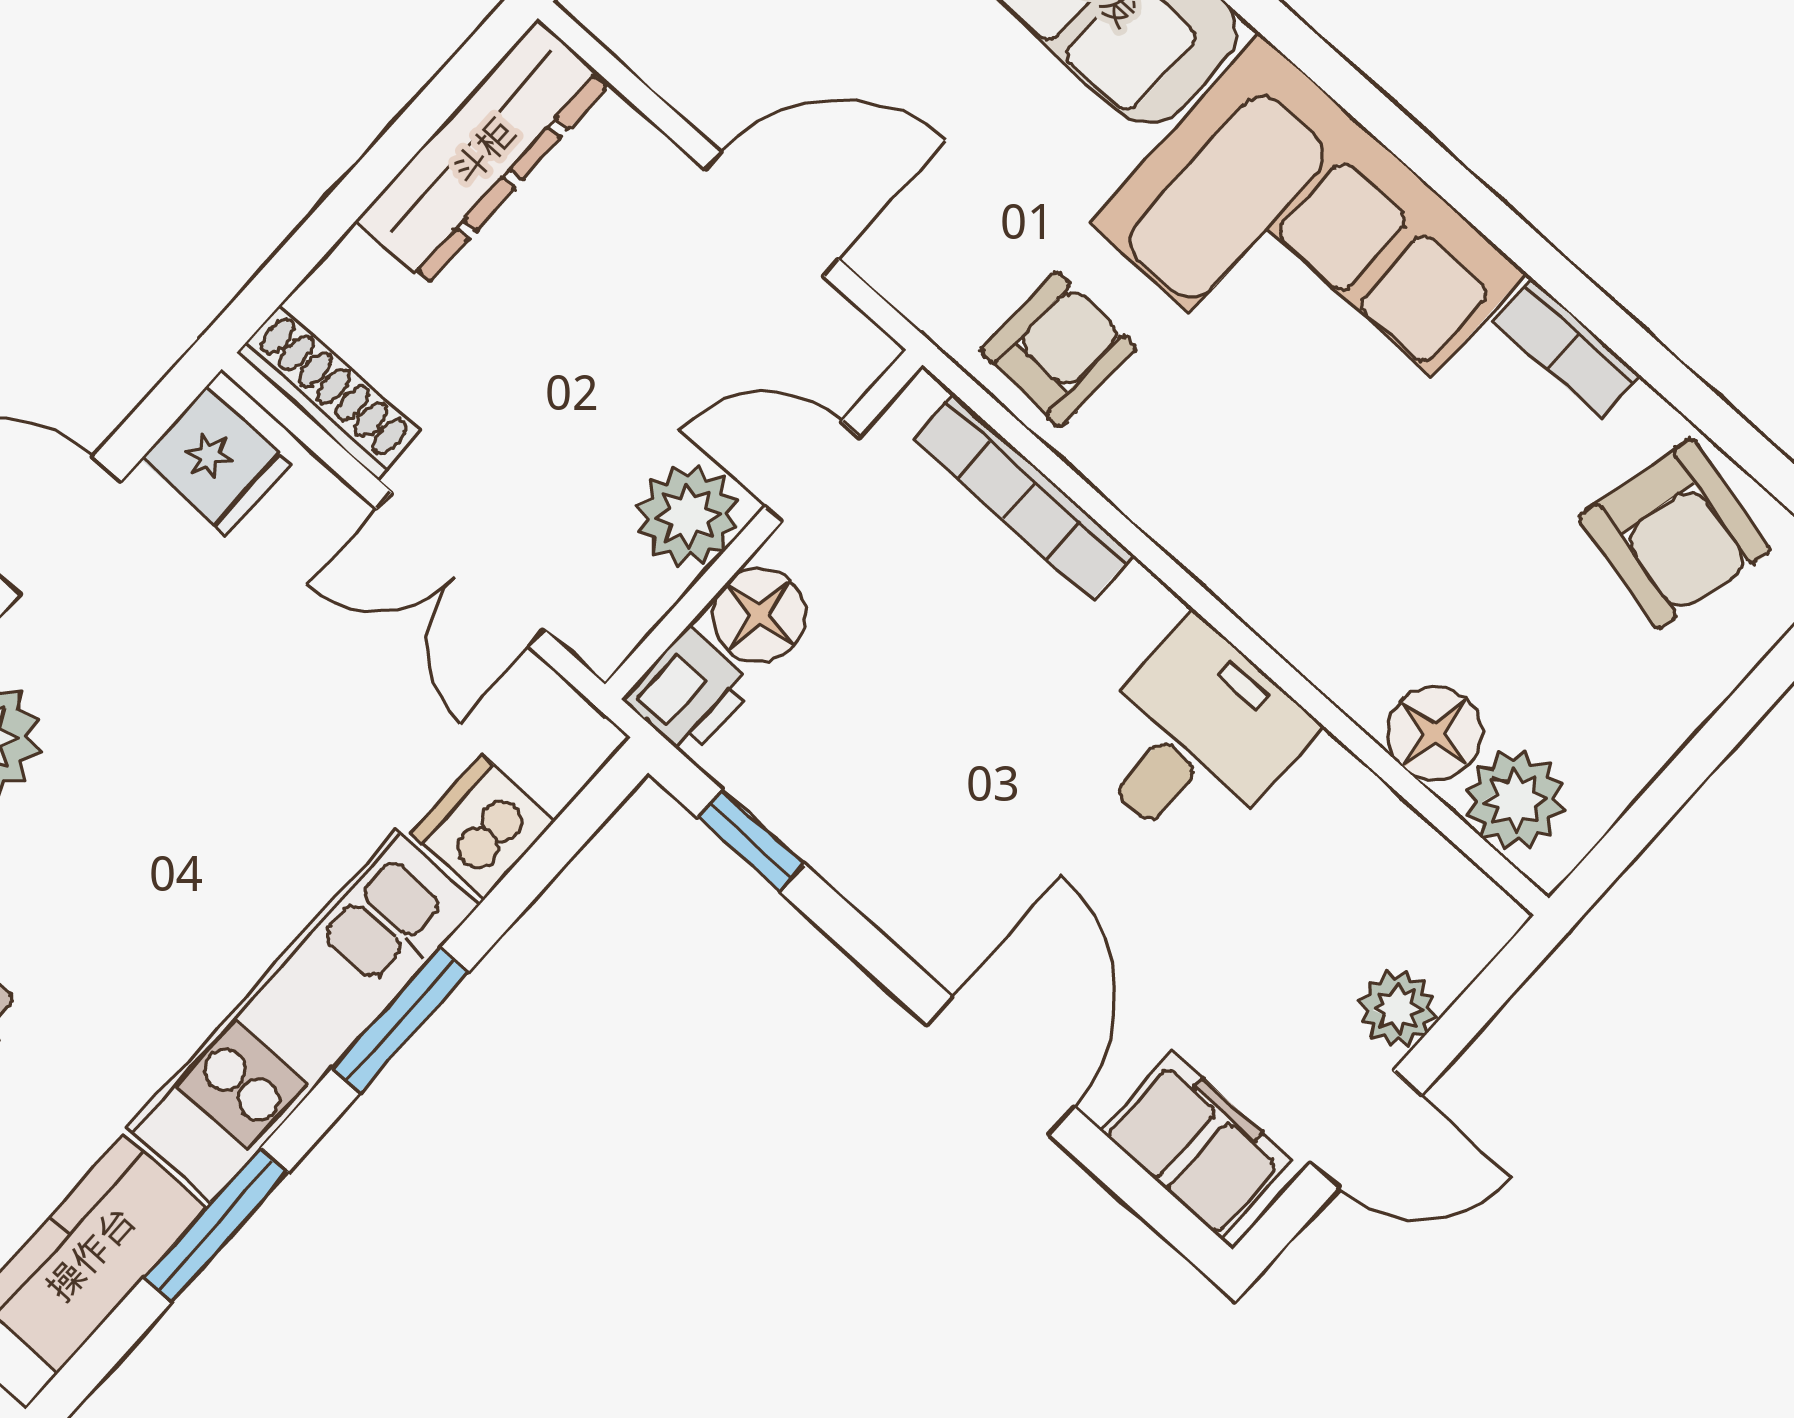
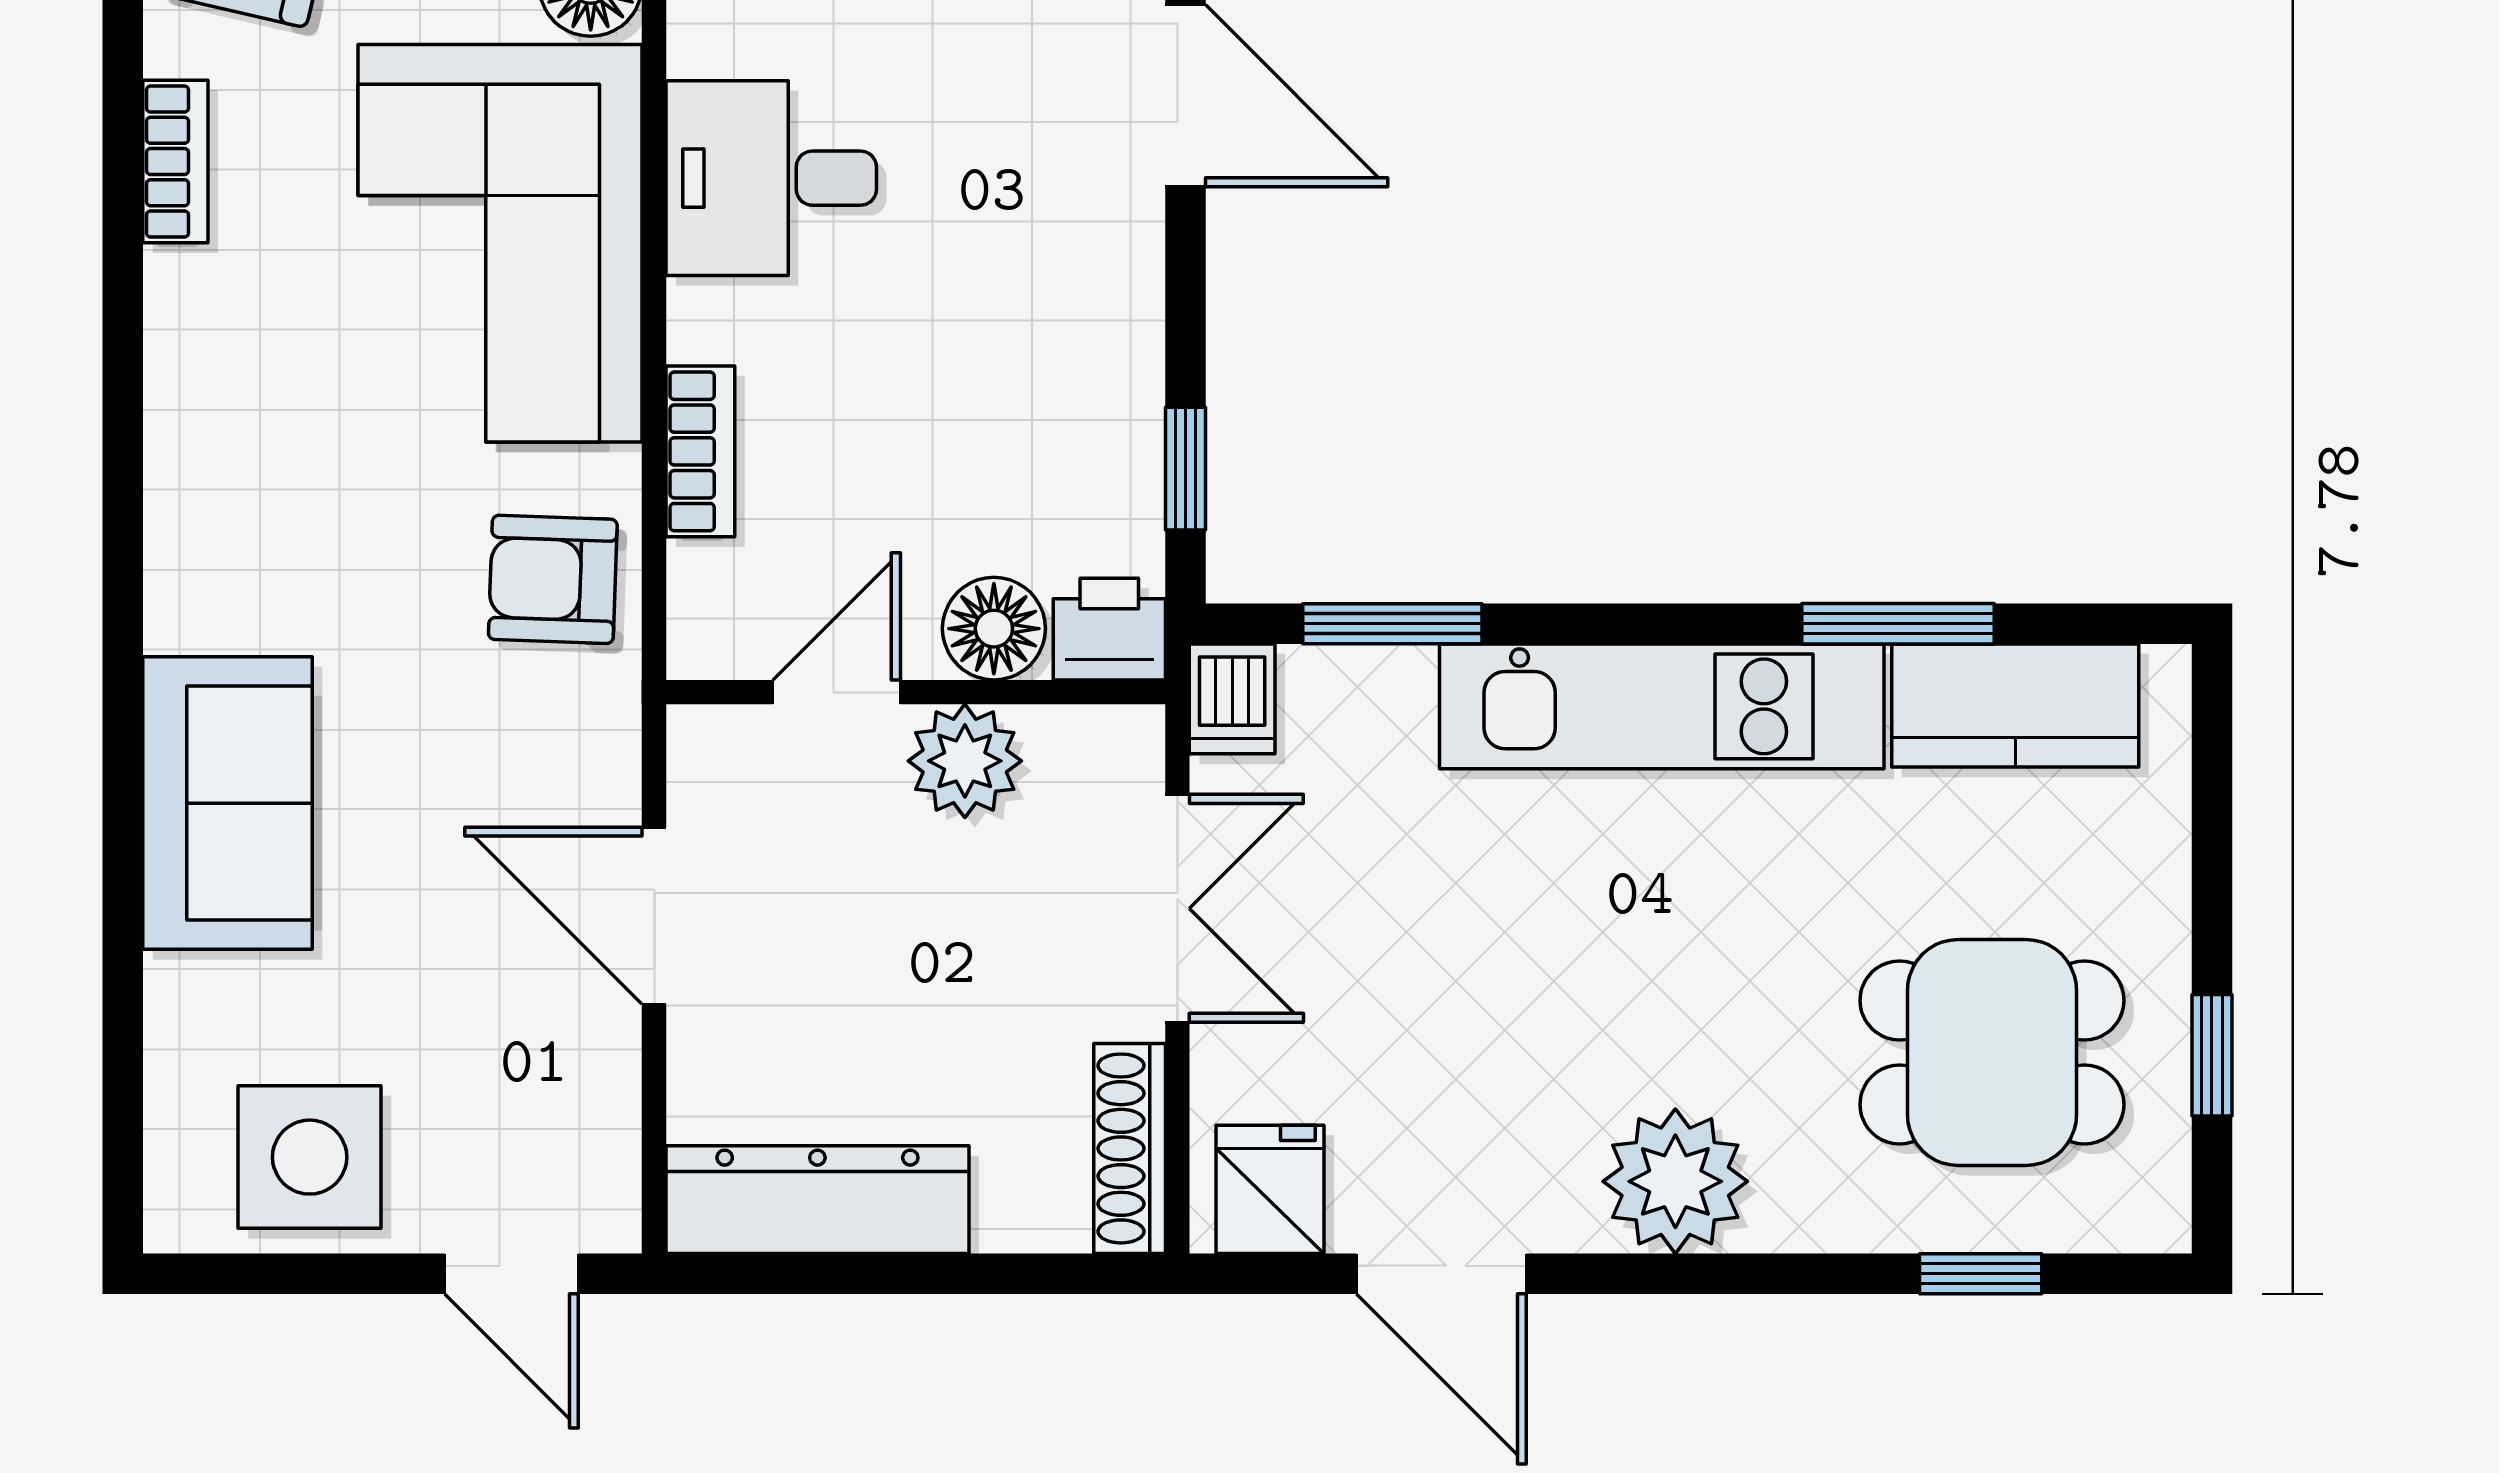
corner sofa: (1307, 248) -> (500, 243), moved, turned 180
door: (811, 471) -> (837, 692), swing flipped
bookcase: (1023, 496) -> (700, 451), width x0.64
dishwasher: (483, 827) -> (1232, 699), moved, width x0.73
window: (400, 1020) -> (1392, 624), moved
door: (1001, 1066) -> (1185, 96), swing flipped

